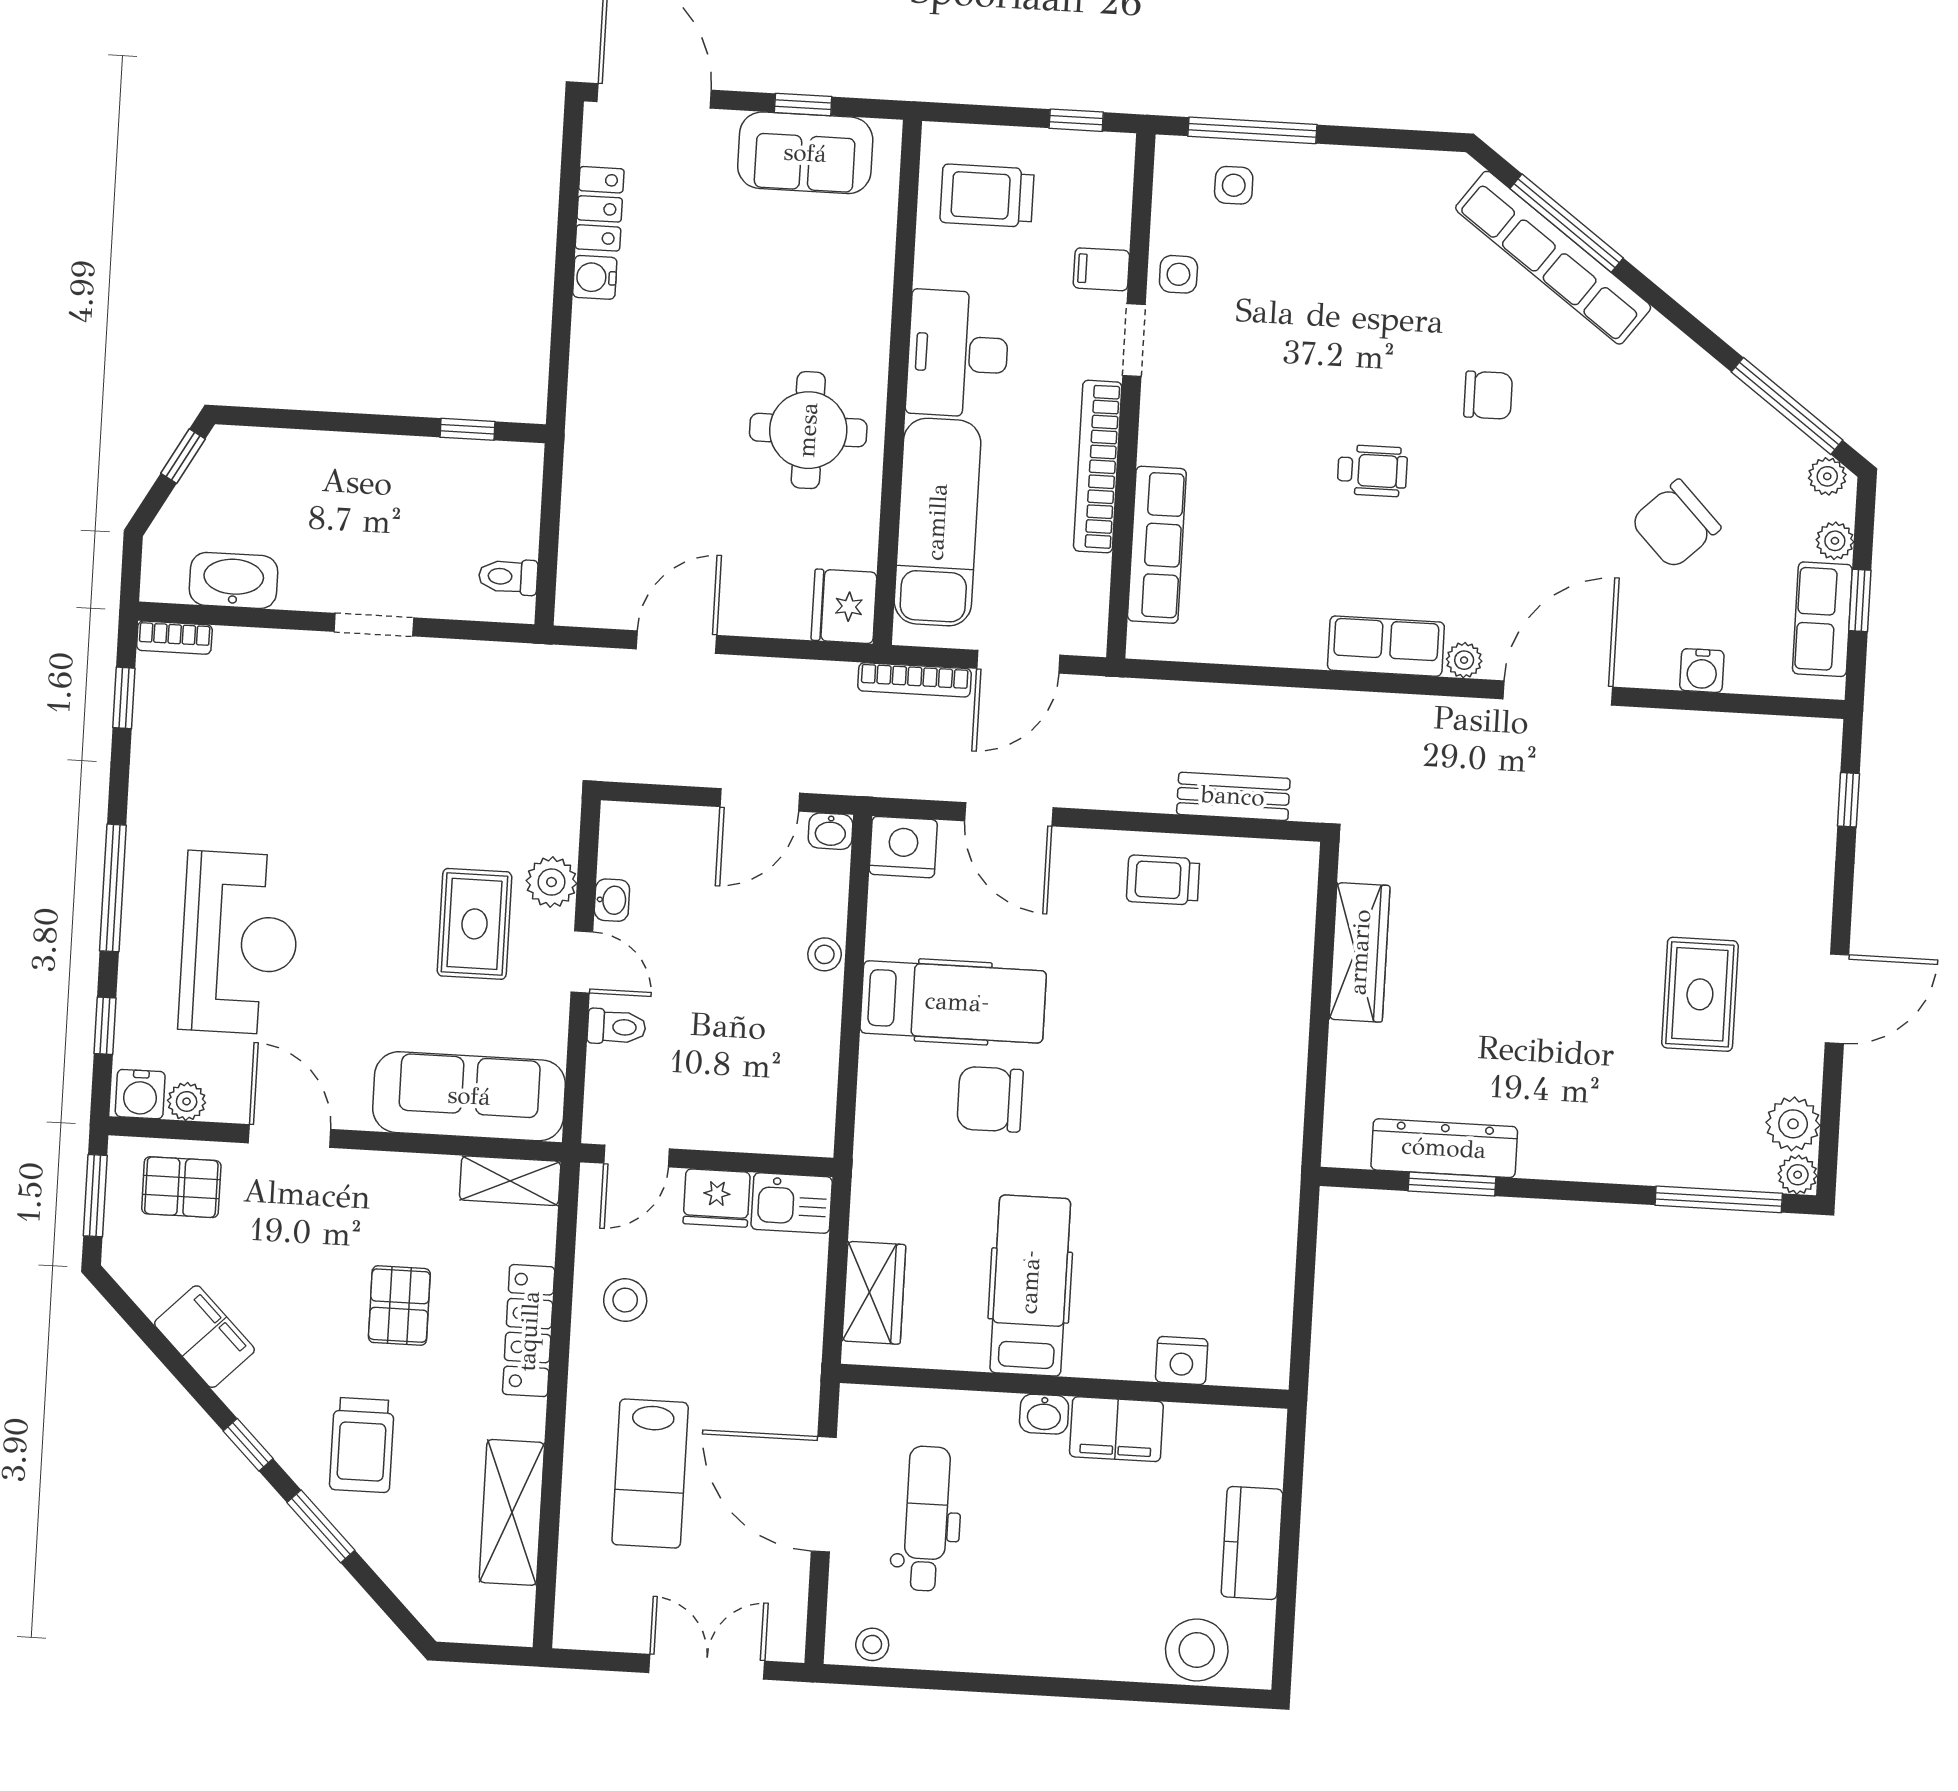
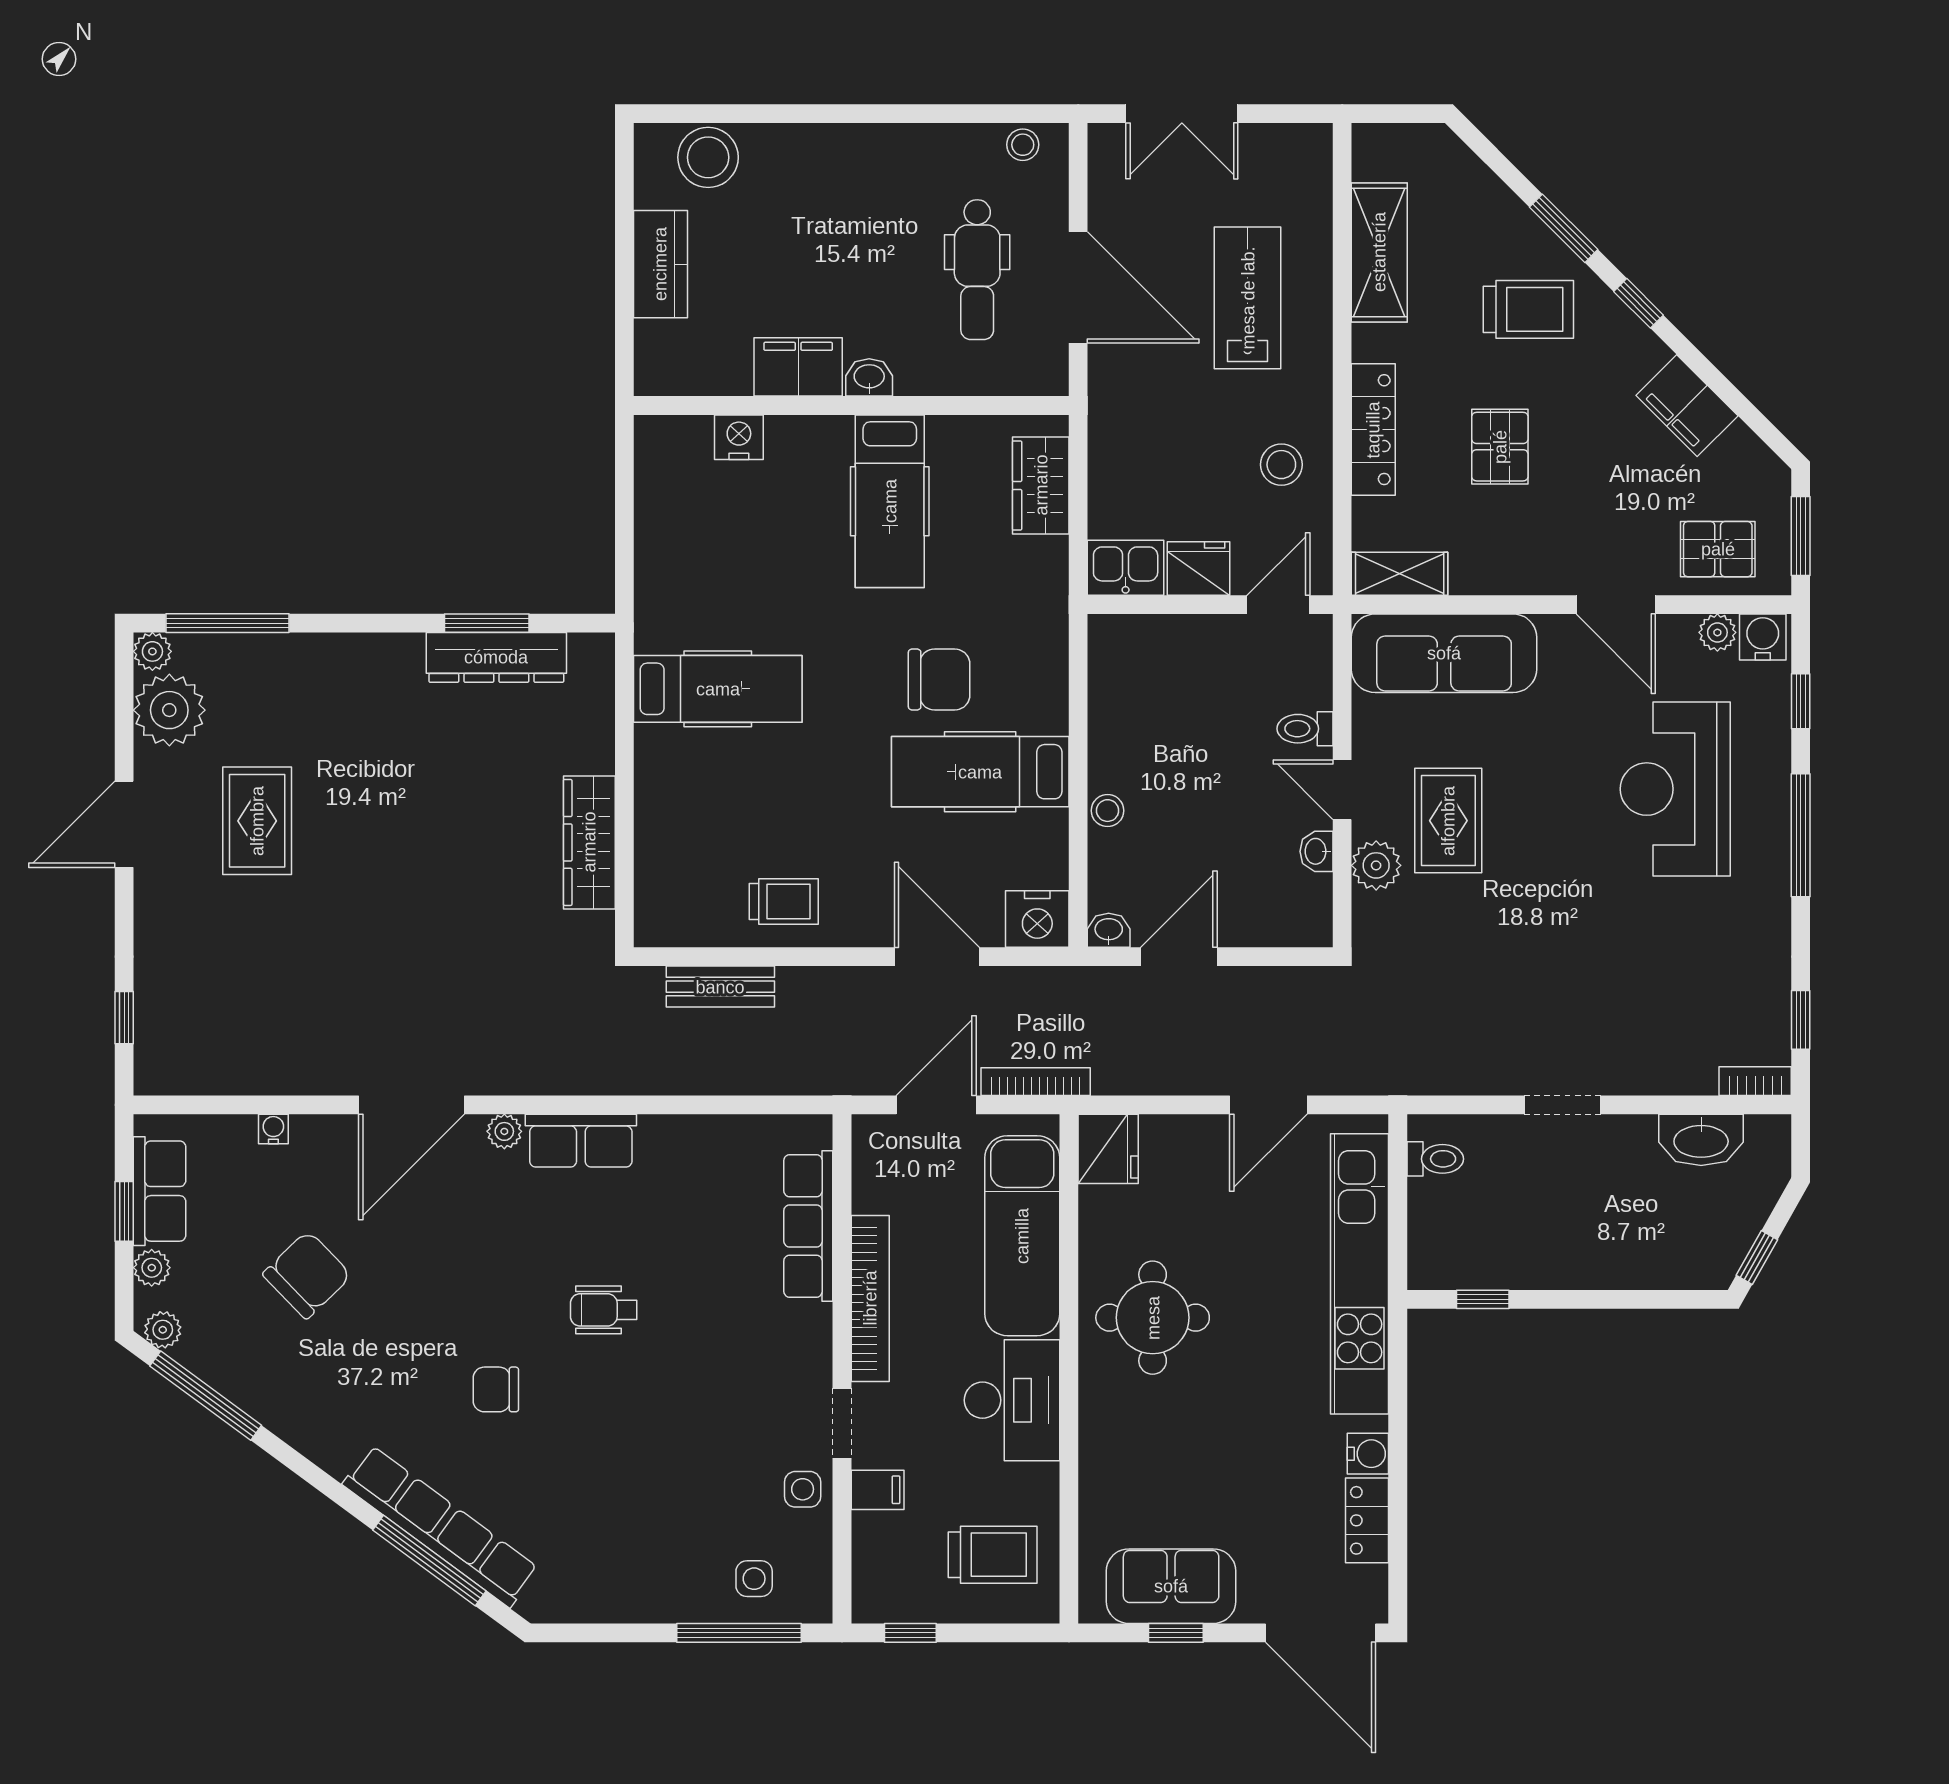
kitchen unit: (593, 463) -> (1360, 1274), added
water cooler: (1702, 671) -> (273, 1129), width x0.72, depth x0.72
hospital bed: (1218, 1103) -> (718, 689), added
plant: (1793, 1124) -> (169, 710), width x1.36, depth x1.36
trolley: (362, 1445) -> (1528, 309), turned 90

